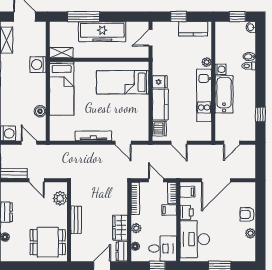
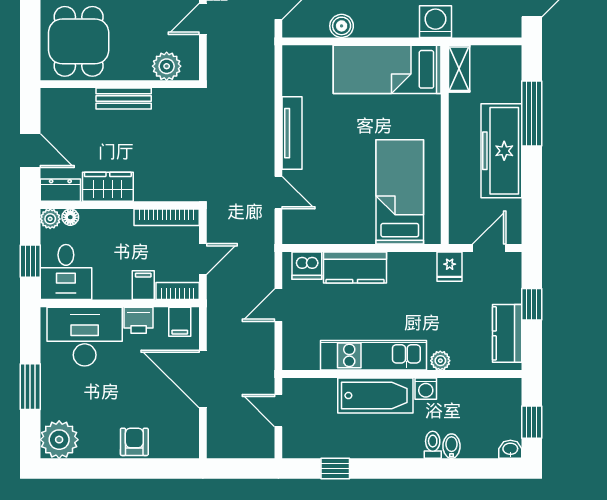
door: (151, 38) -> (489, 248), hinge flipped
fridge: (160, 82) -> (450, 267), moved
door: (123, 143) -> (278, 193), swing flipped
plant: (136, 228) -> (50, 219), moved
plant: (250, 233) -> (59, 440), moved, width x1.88, depth x1.88

